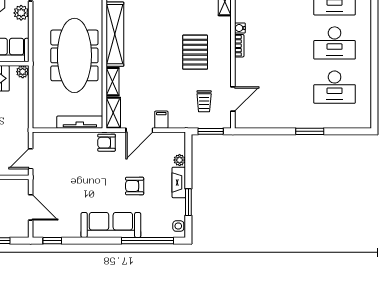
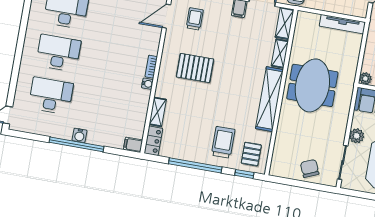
pallet: (195, 52) -> (195, 68), turned 90
meeting table: (74, 55) -> (312, 85), width x0.73
tv unit: (80, 122) -> (342, 24), moved

